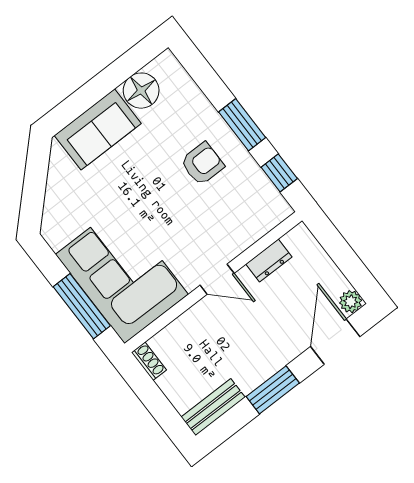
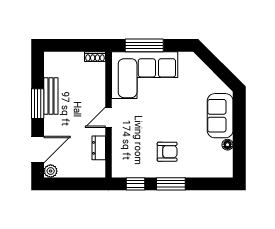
floor lamp: (141, 91) -> (228, 145), width x0.53, depth x0.53
armchair: (202, 164) -> (167, 152), turned -90
door: (335, 342) -> (38, 150), hinge flipped
bench: (213, 407) -> (51, 96), moved

